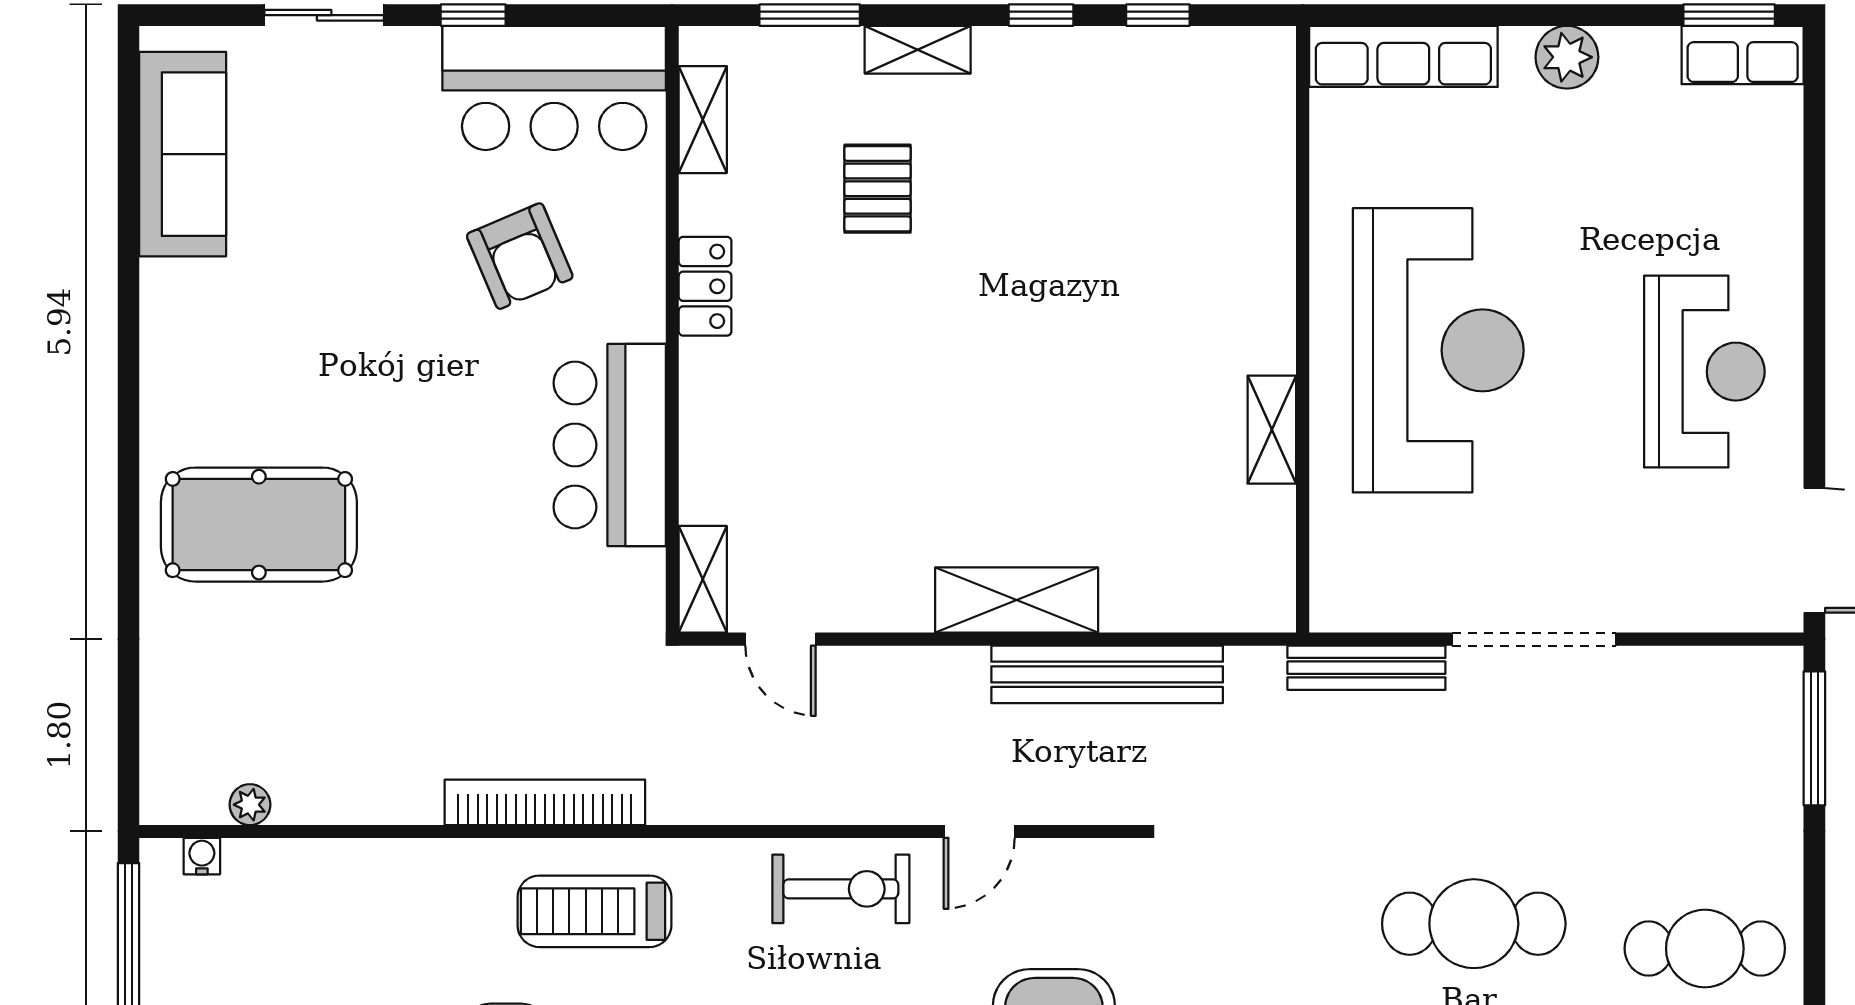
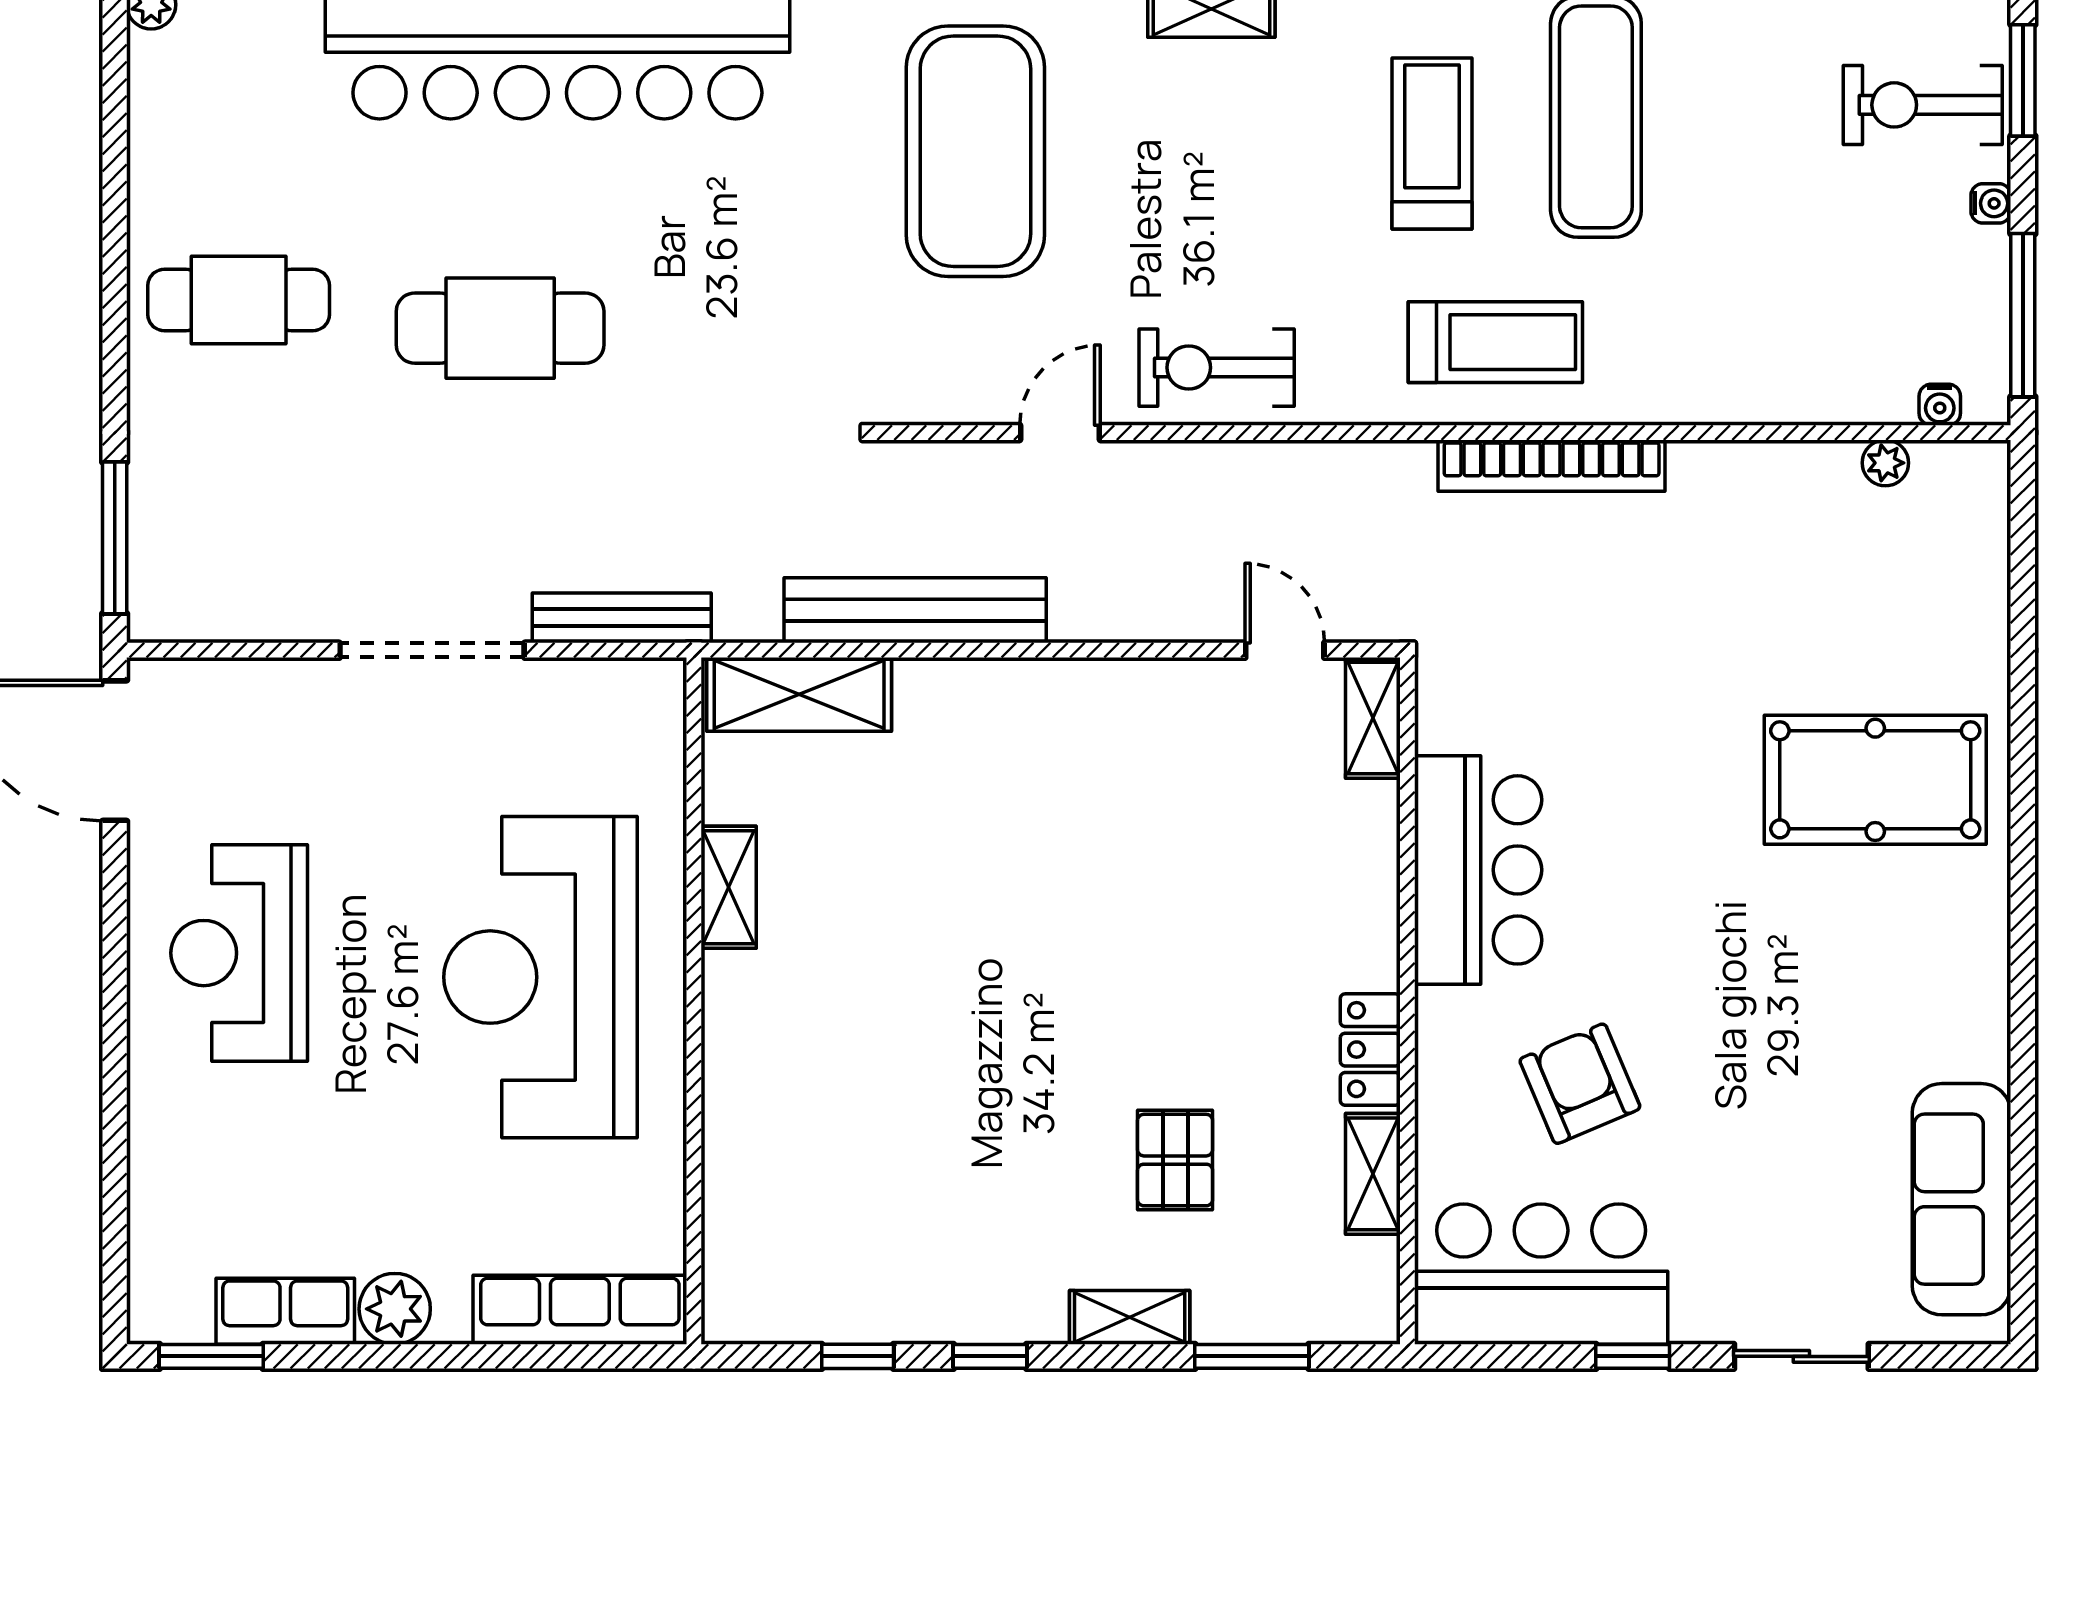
row of seats: (1743, 55) -> (285, 1311), moved
shelving: (703, 120) -> (1373, 1174), moved
shelving: (1017, 600) -> (799, 694), moved

